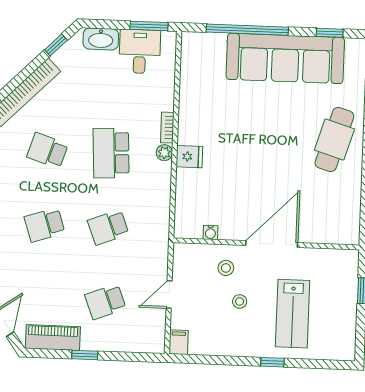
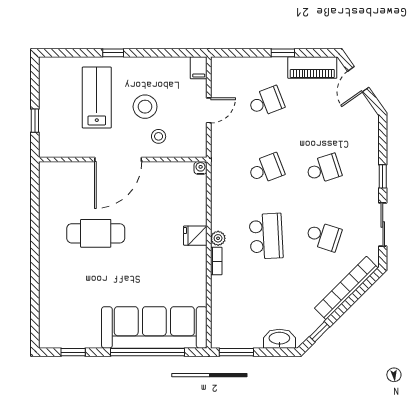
desk: (140, 51) -> (244, 329), removed
sofa: (285, 58) -> (154, 327), moved
cafe table: (334, 140) -> (96, 233), moved, turned 73
water cooler: (210, 232) -> (201, 168), moved
stool: (240, 301) -> (145, 107), width x1.89, depth x1.89

